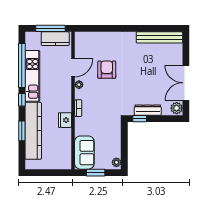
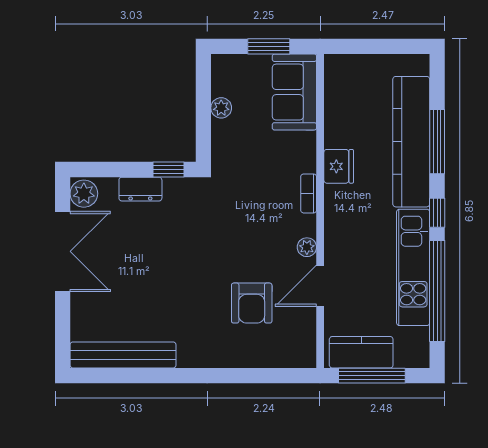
armchair: (107, 70) -> (252, 303), moved
dresser: (148, 110) -> (140, 189), width x0.70
window: (22, 131) -> (437, 142), width x1.44
plant: (116, 162) -> (221, 108), moved

